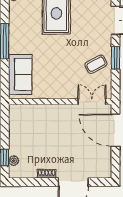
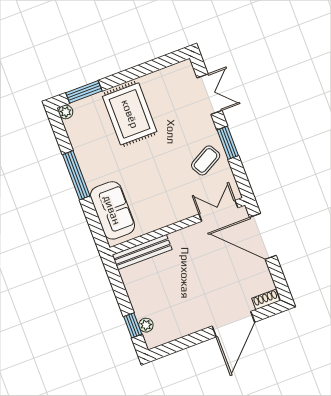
bench: (30, 110) -> (142, 252), added
shoe rack: (47, 174) -> (266, 299), moved

